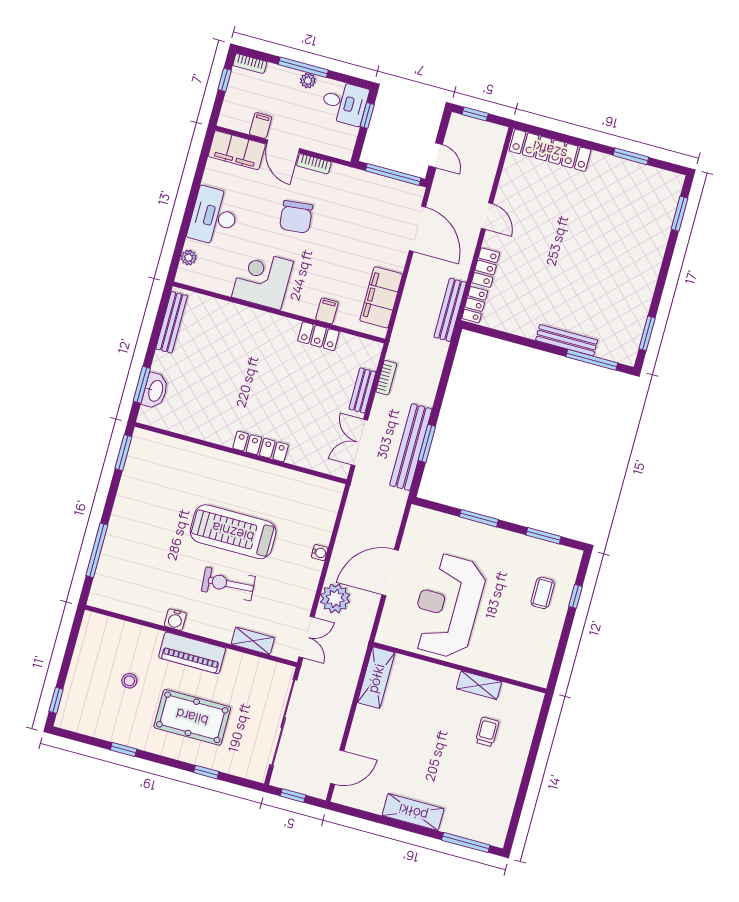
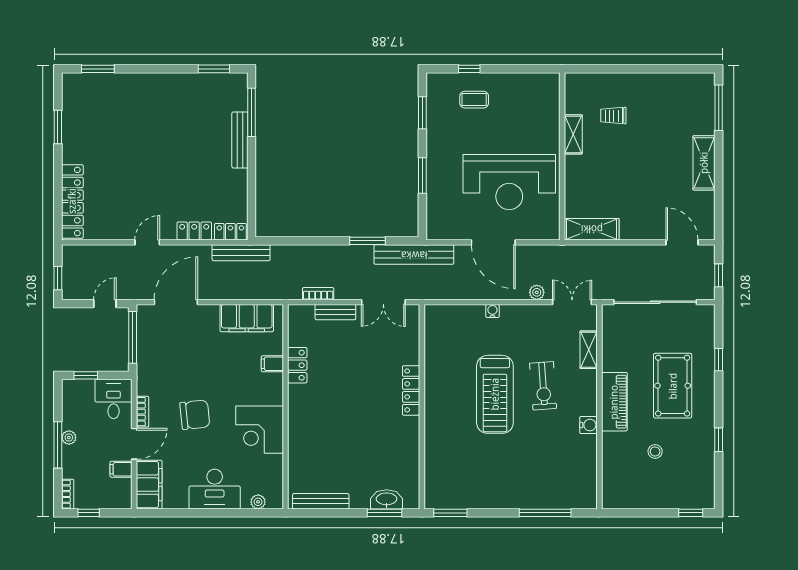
desk: (344, 103) -> (114, 399), moved
bench: (411, 447) -> (414, 255), moved
plant: (335, 598) -> (537, 292), width x0.53, depth x0.53

